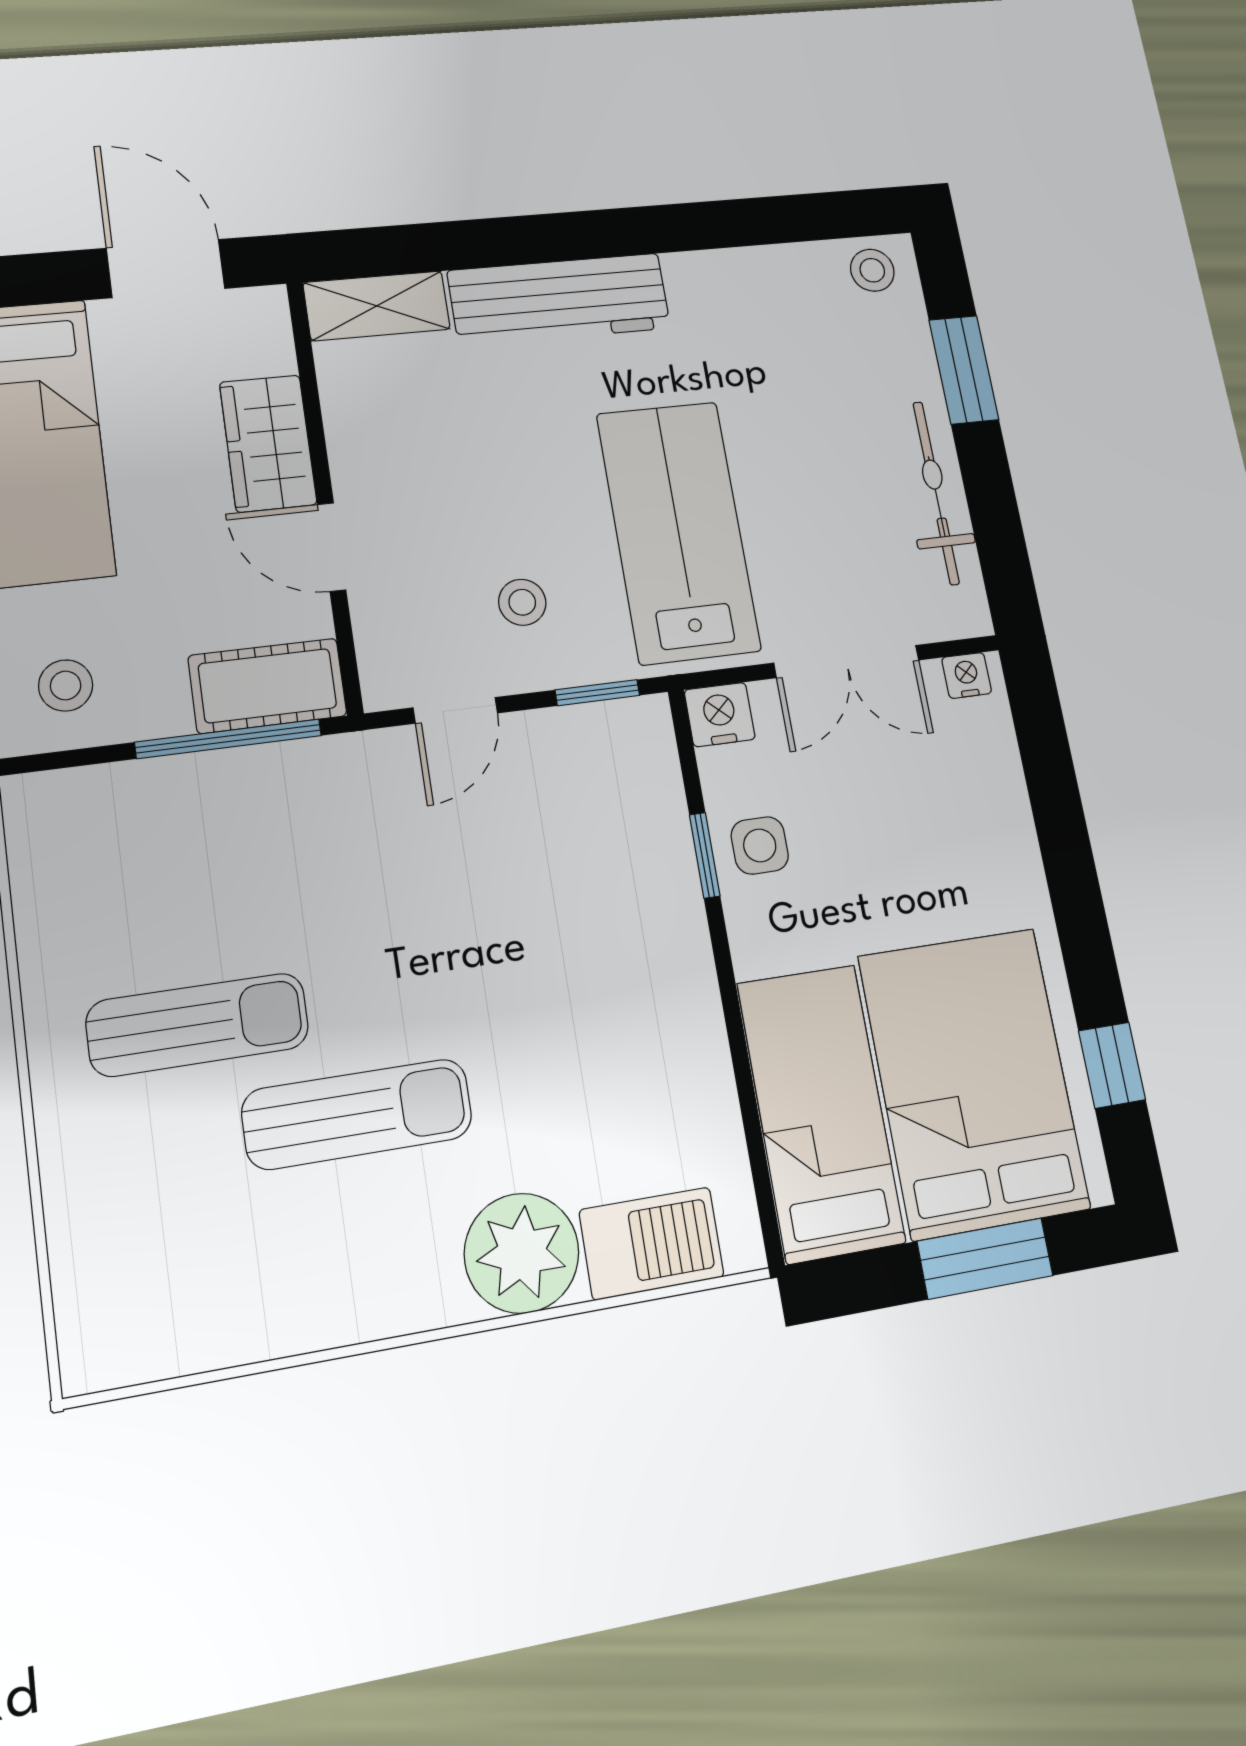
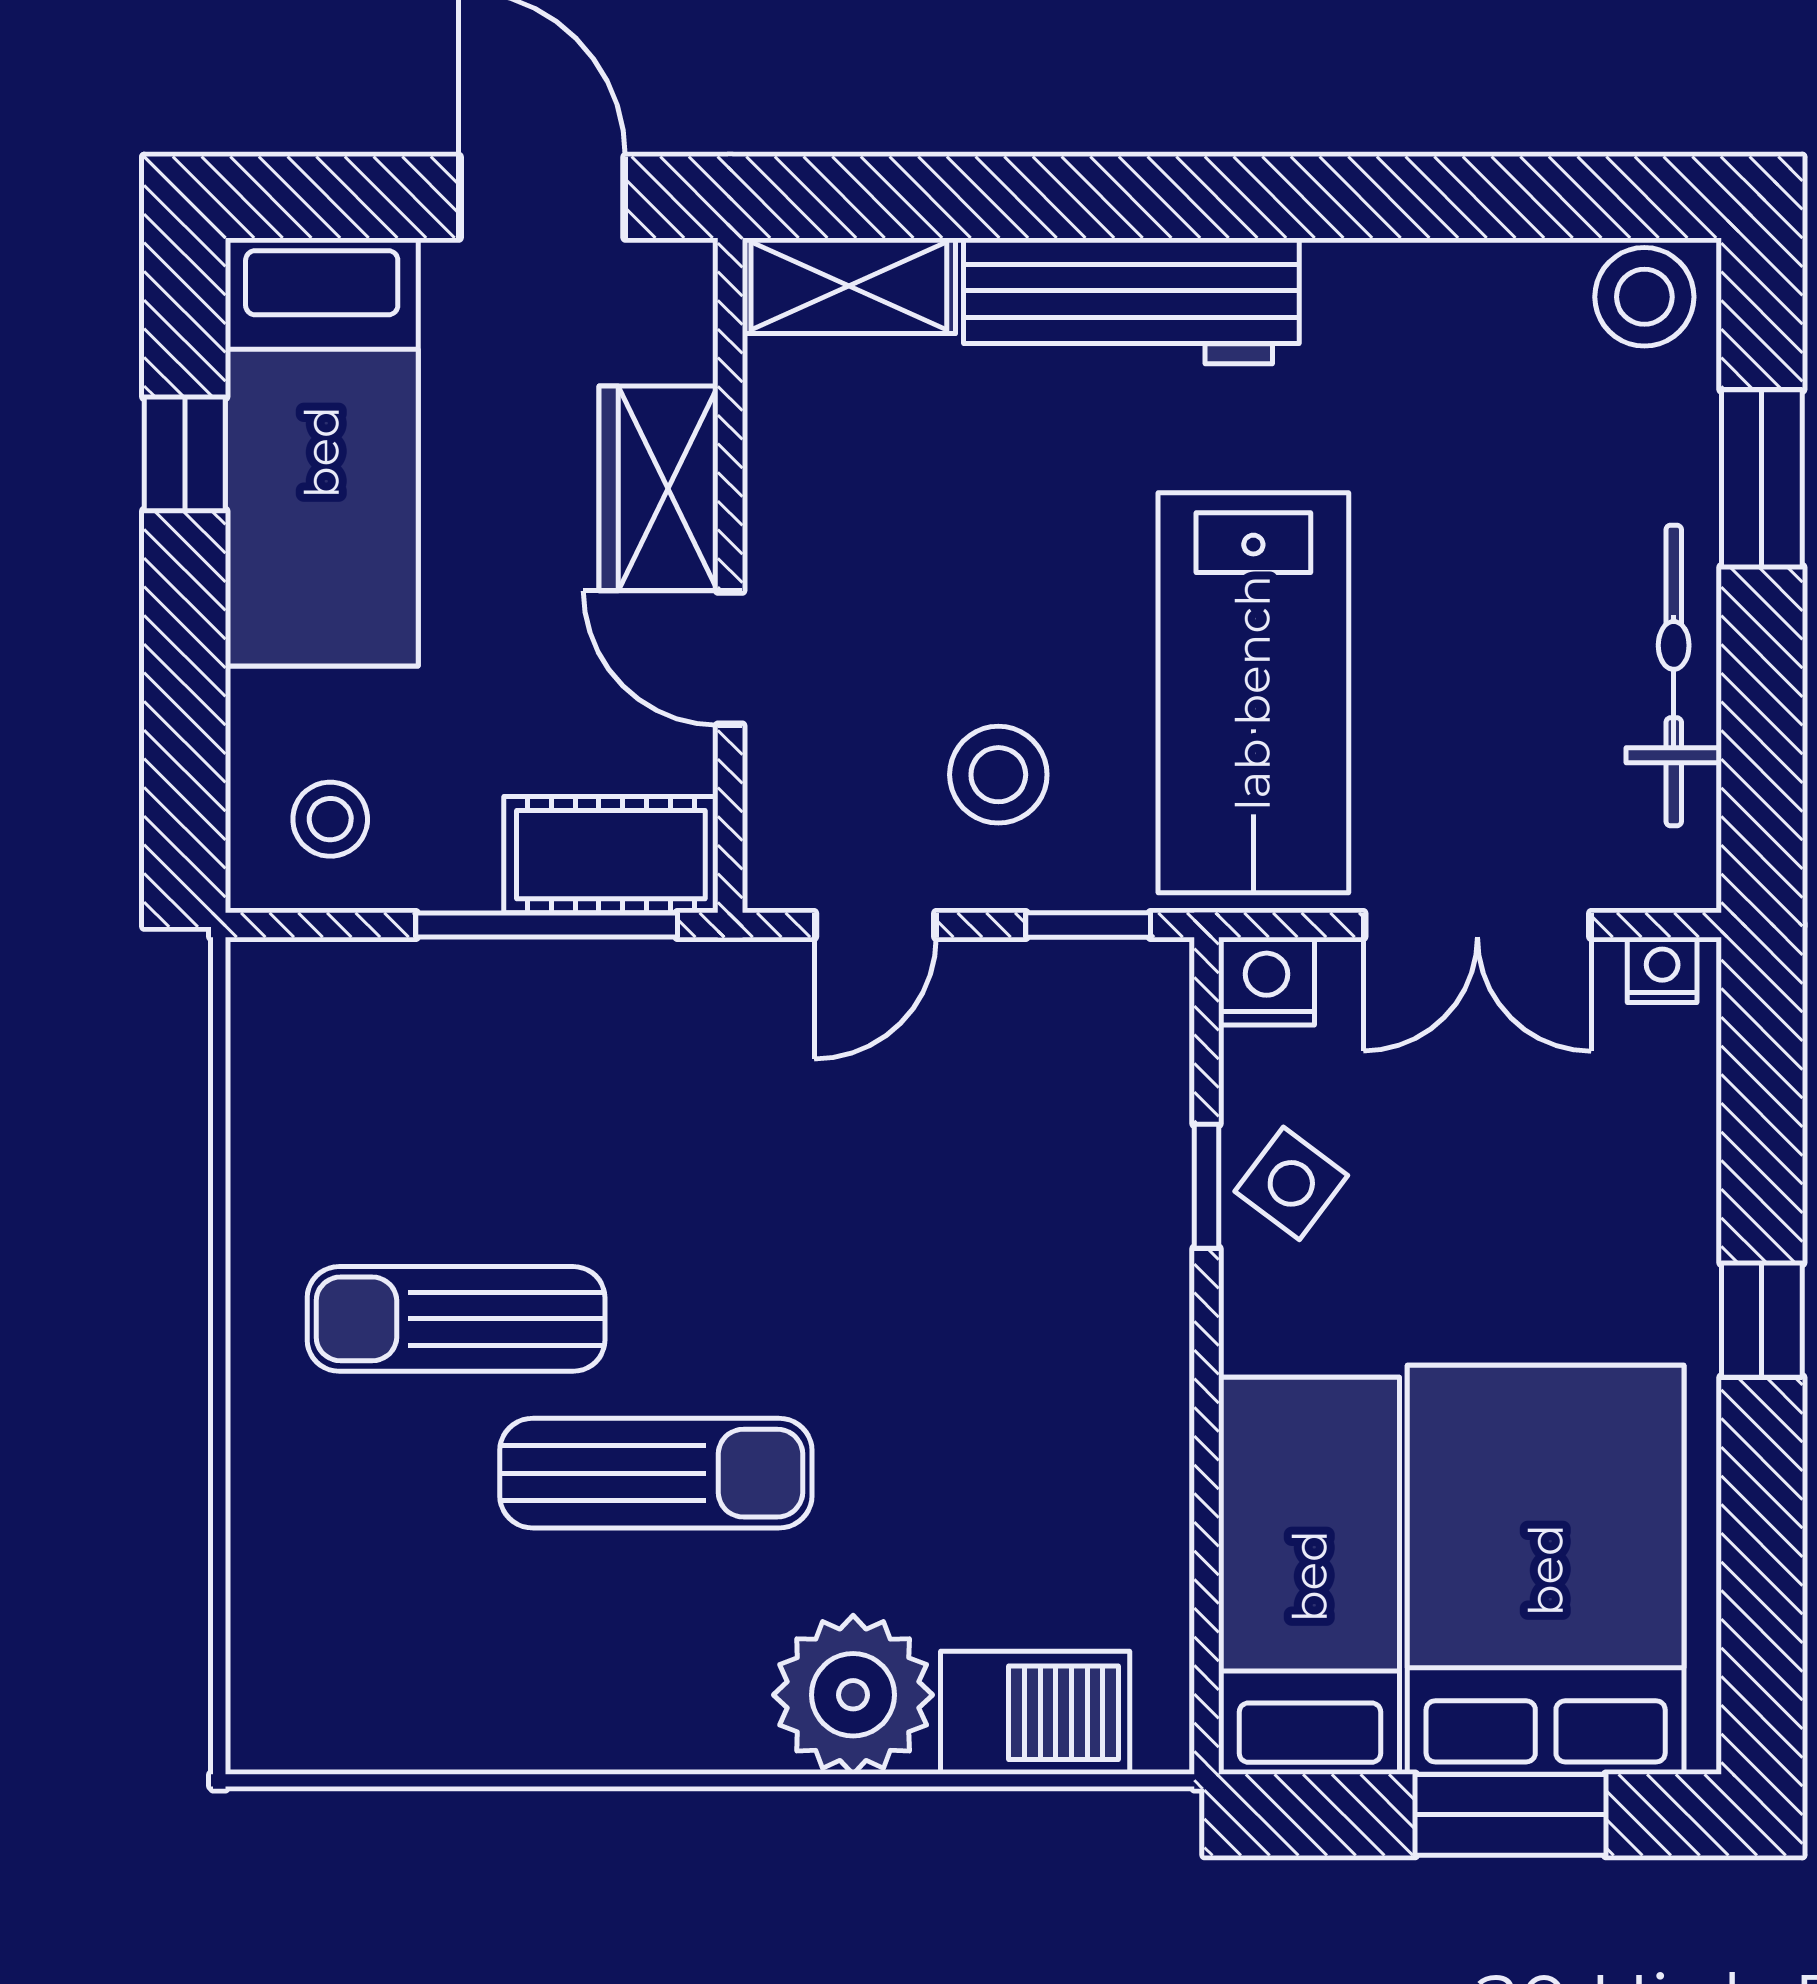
stool: (872, 270) -> (1644, 297), width x1.37, depth x1.37
lab bench: (678, 532) -> (1253, 693), turned 180
stool: (522, 602) -> (998, 775), width x1.37, depth x1.37
side table: (760, 845) -> (1291, 1183), turned 37
sun lounger: (198, 1025) -> (456, 1319), turned 180
window: (1112, 1065) -> (1762, 1320), moved

